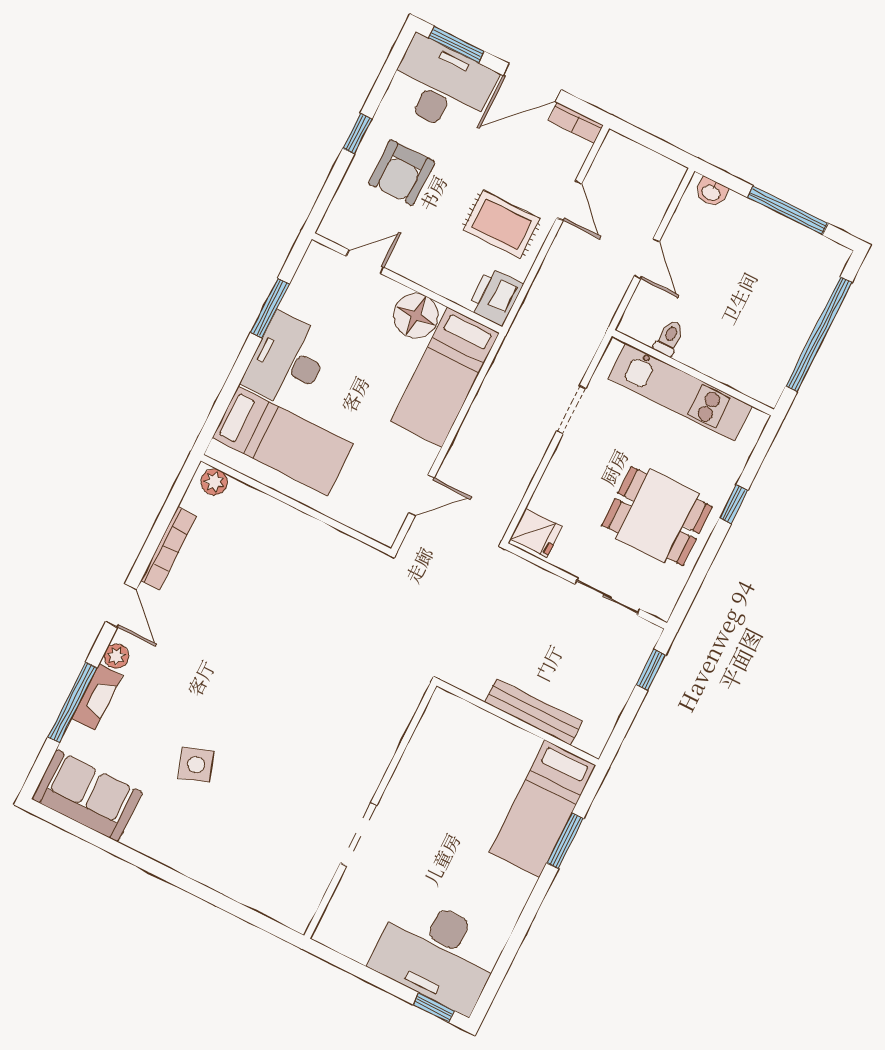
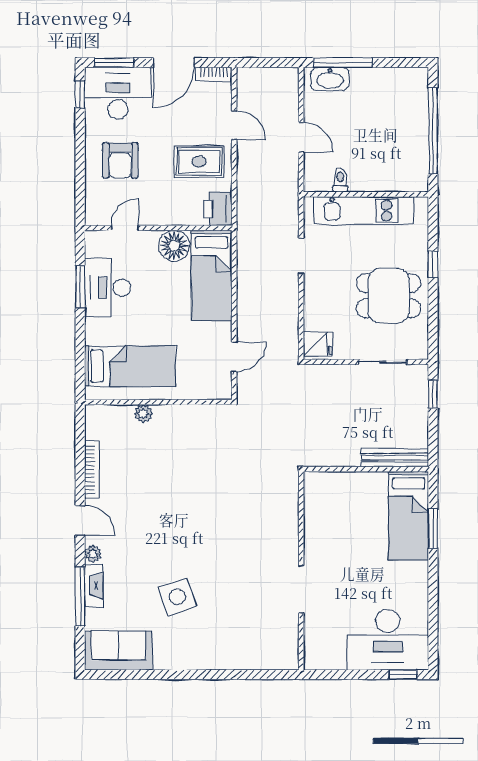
window: (357, 134) -> (80, 94), moved
washbasin: (711, 192) -> (330, 79), width x1.91, depth x1.45
window: (788, 210) -> (343, 63), moved
desk: (287, 361) -> (108, 288), moved
plant: (214, 482) -> (143, 414), moved
bench: (533, 712) -> (395, 458), moved
side table: (196, 765) -> (177, 597), width x1.37, depth x1.37

